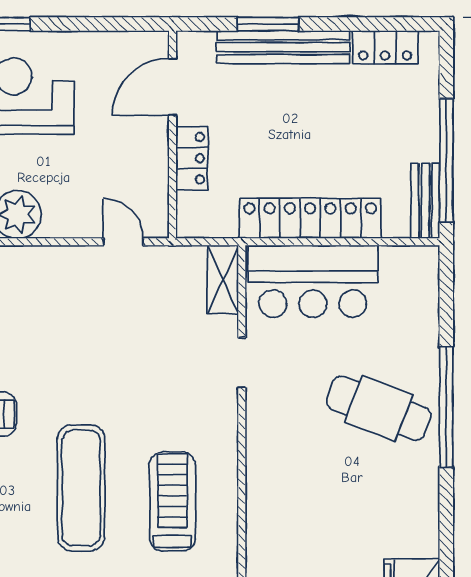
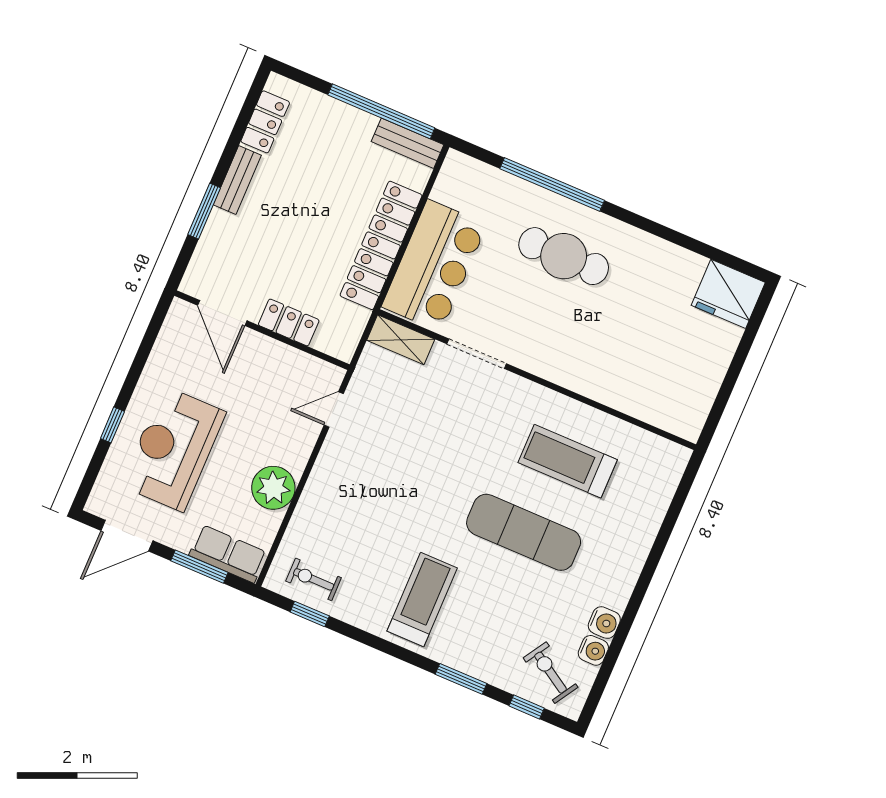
bench: (283, 47) -> (237, 180), width x0.54, depth x0.82
doorway: (242, 363) -> (477, 354), width x1.38
window: (446, 407) -> (552, 185), moved
cafe table: (379, 408) -> (564, 256), turned 69

